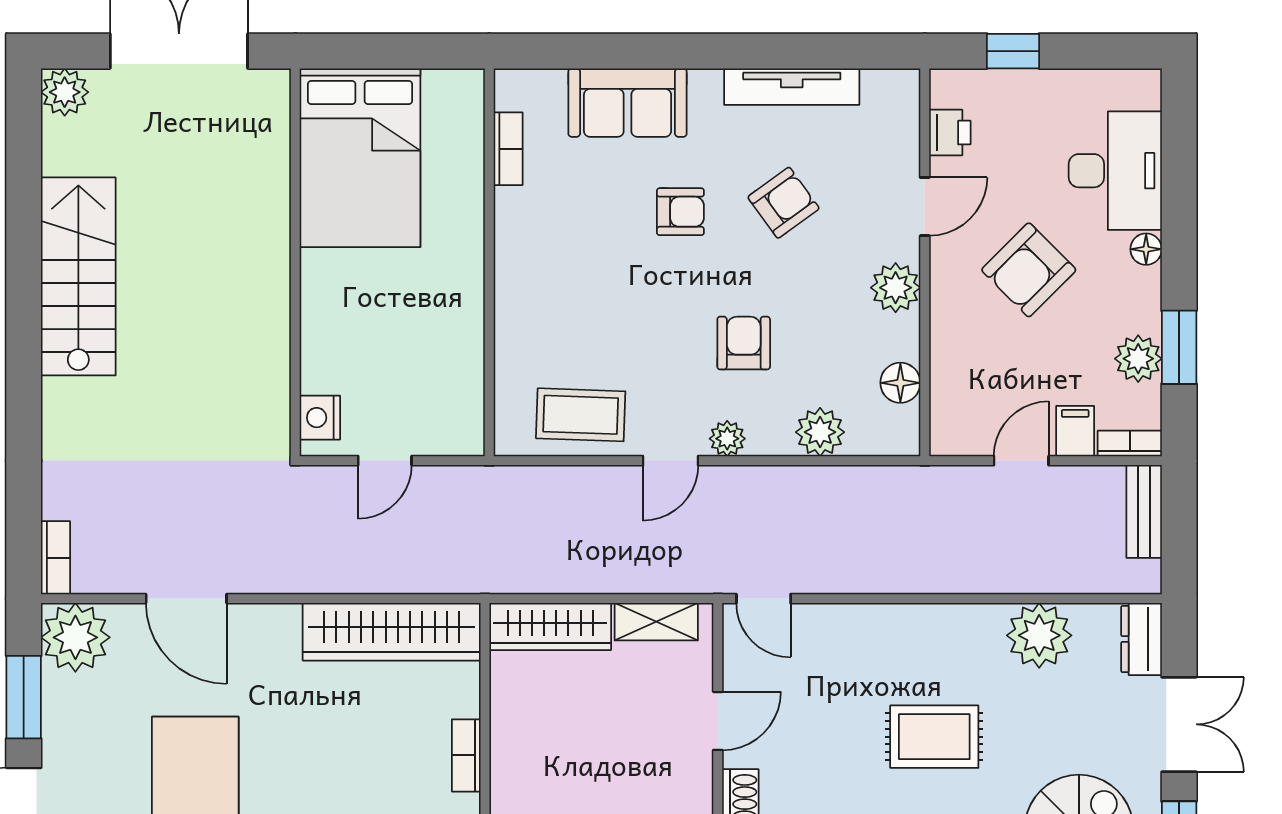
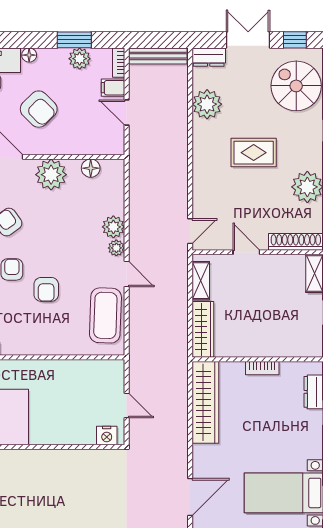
plant: (896, 288) -> (51, 175), width x1.36, depth x1.36
armchair: (744, 343) -> (46, 289), moved, turned -90
coffee table: (581, 415) -> (105, 315), width x1.36, depth x1.32
plant: (820, 432) -> (113, 227), moved
bench: (1144, 511) -> (158, 56), width x1.36
rug: (934, 737) -> (254, 153), turned 90

